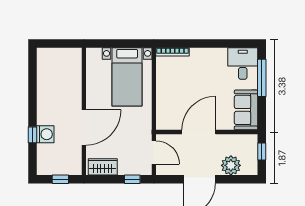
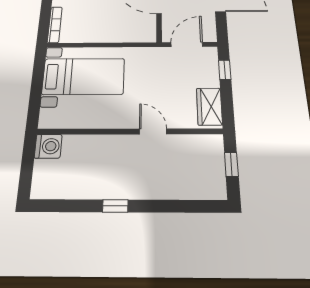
door: (84, 127) -> (153, 131), width x0.53
washing machine: (45, 134) -> (48, 146), moved, turned 90
window: (32, 135) -> (115, 206), moved

